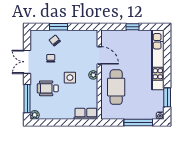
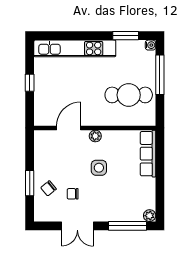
cafe table: (116, 87) -> (129, 95), moved
wheelchair: (48, 88) -> (113, 198), removed
row of seats: (86, 114) -> (148, 154), width x1.48

